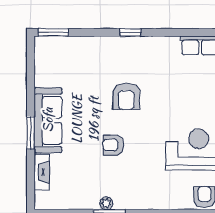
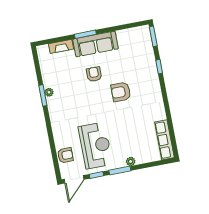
window: (130, 32) -> (159, 67), moved
armchair: (113, 145) -> (94, 74), moved

